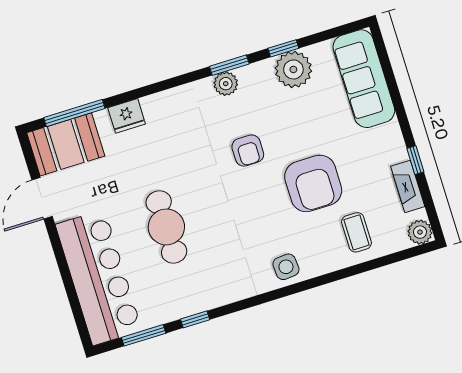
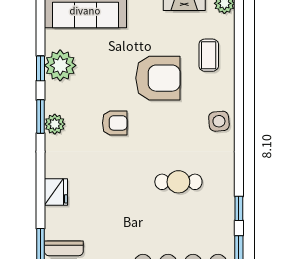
fridge: (127, 116) -> (56, 192), moved
cafe table: (166, 227) -> (178, 182), moved, width x0.73, depth x0.74
coffee table: (356, 232) -> (209, 55), turned 90

